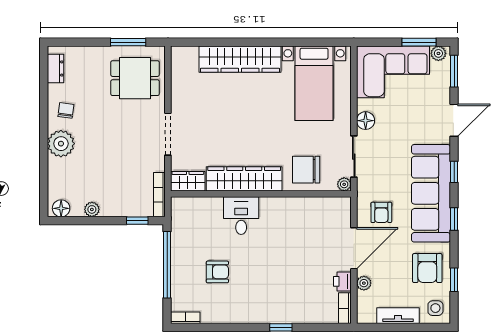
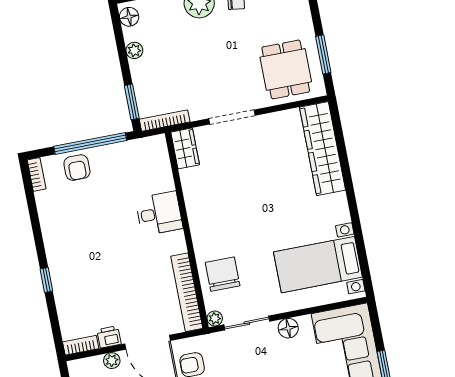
wardrobe: (240, 59) -> (322, 149), moved
wardrobe: (244, 179) -> (199, 209), removed
bookcase: (316, 205) -> (187, 292), added
window: (137, 221) -> (132, 102), width x1.50
armchair: (217, 272) -> (77, 168), moved

